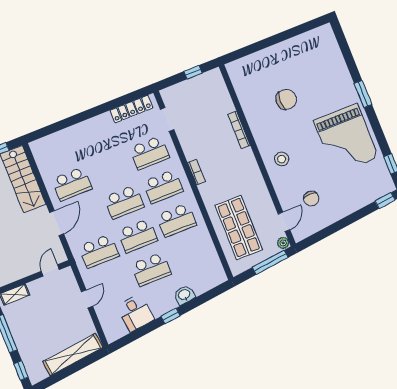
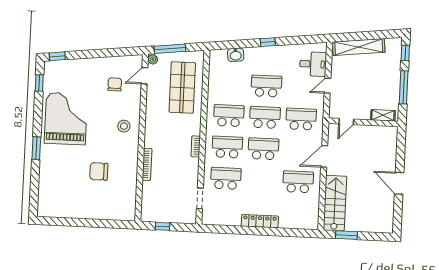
locker: (131, 109) -> (260, 221), moved
washbasin: (184, 295) -> (236, 55), moved
desk: (136, 313) -> (313, 64), moved, turned 97

